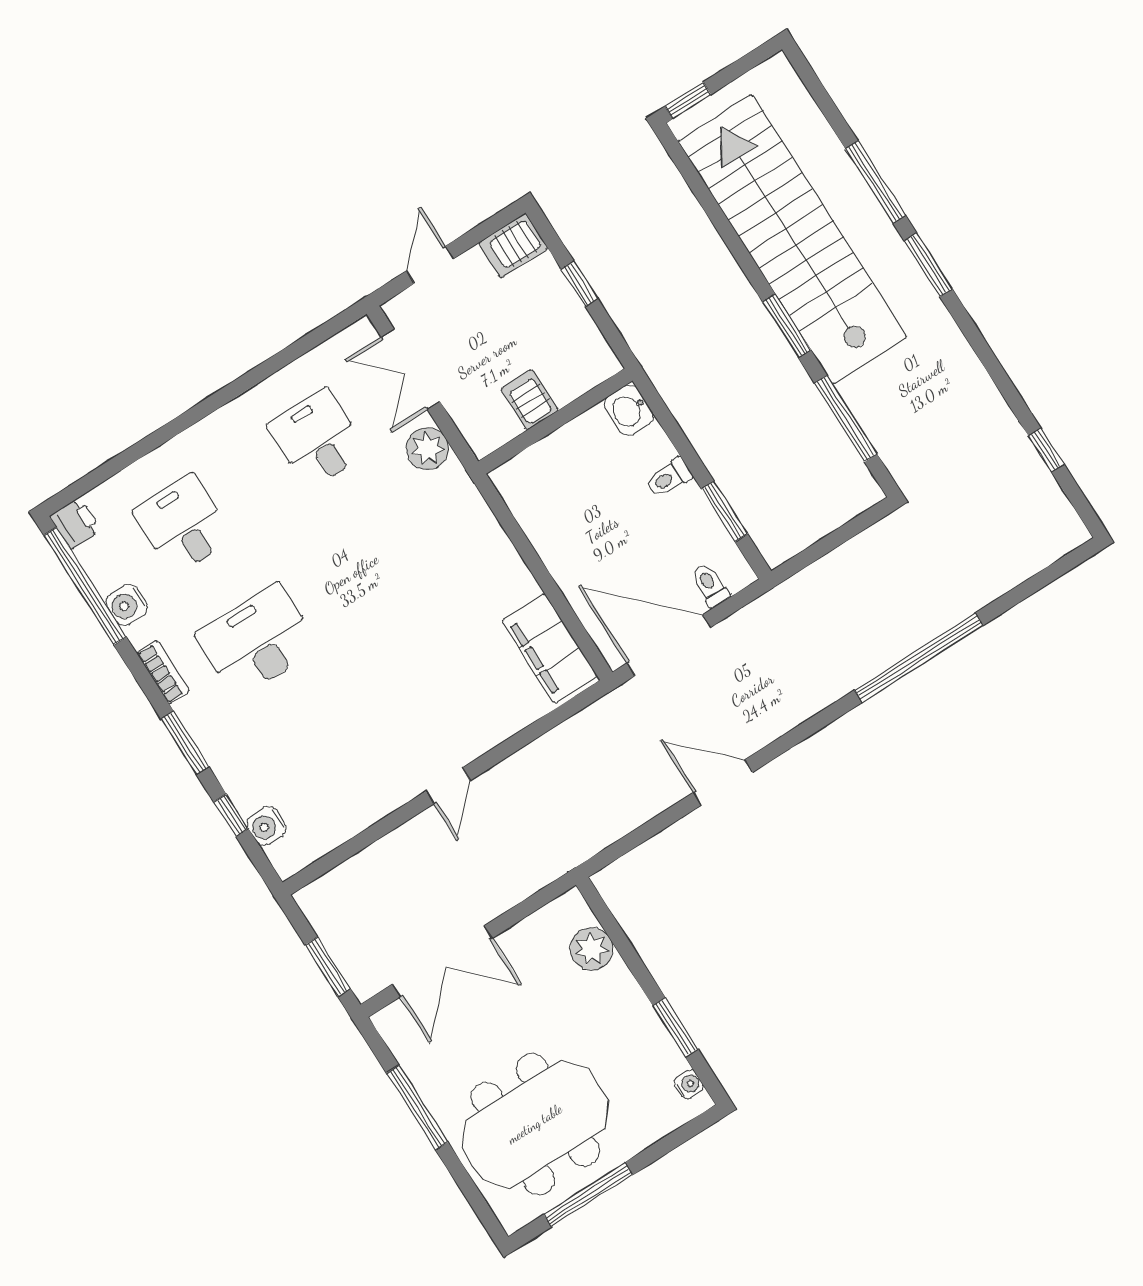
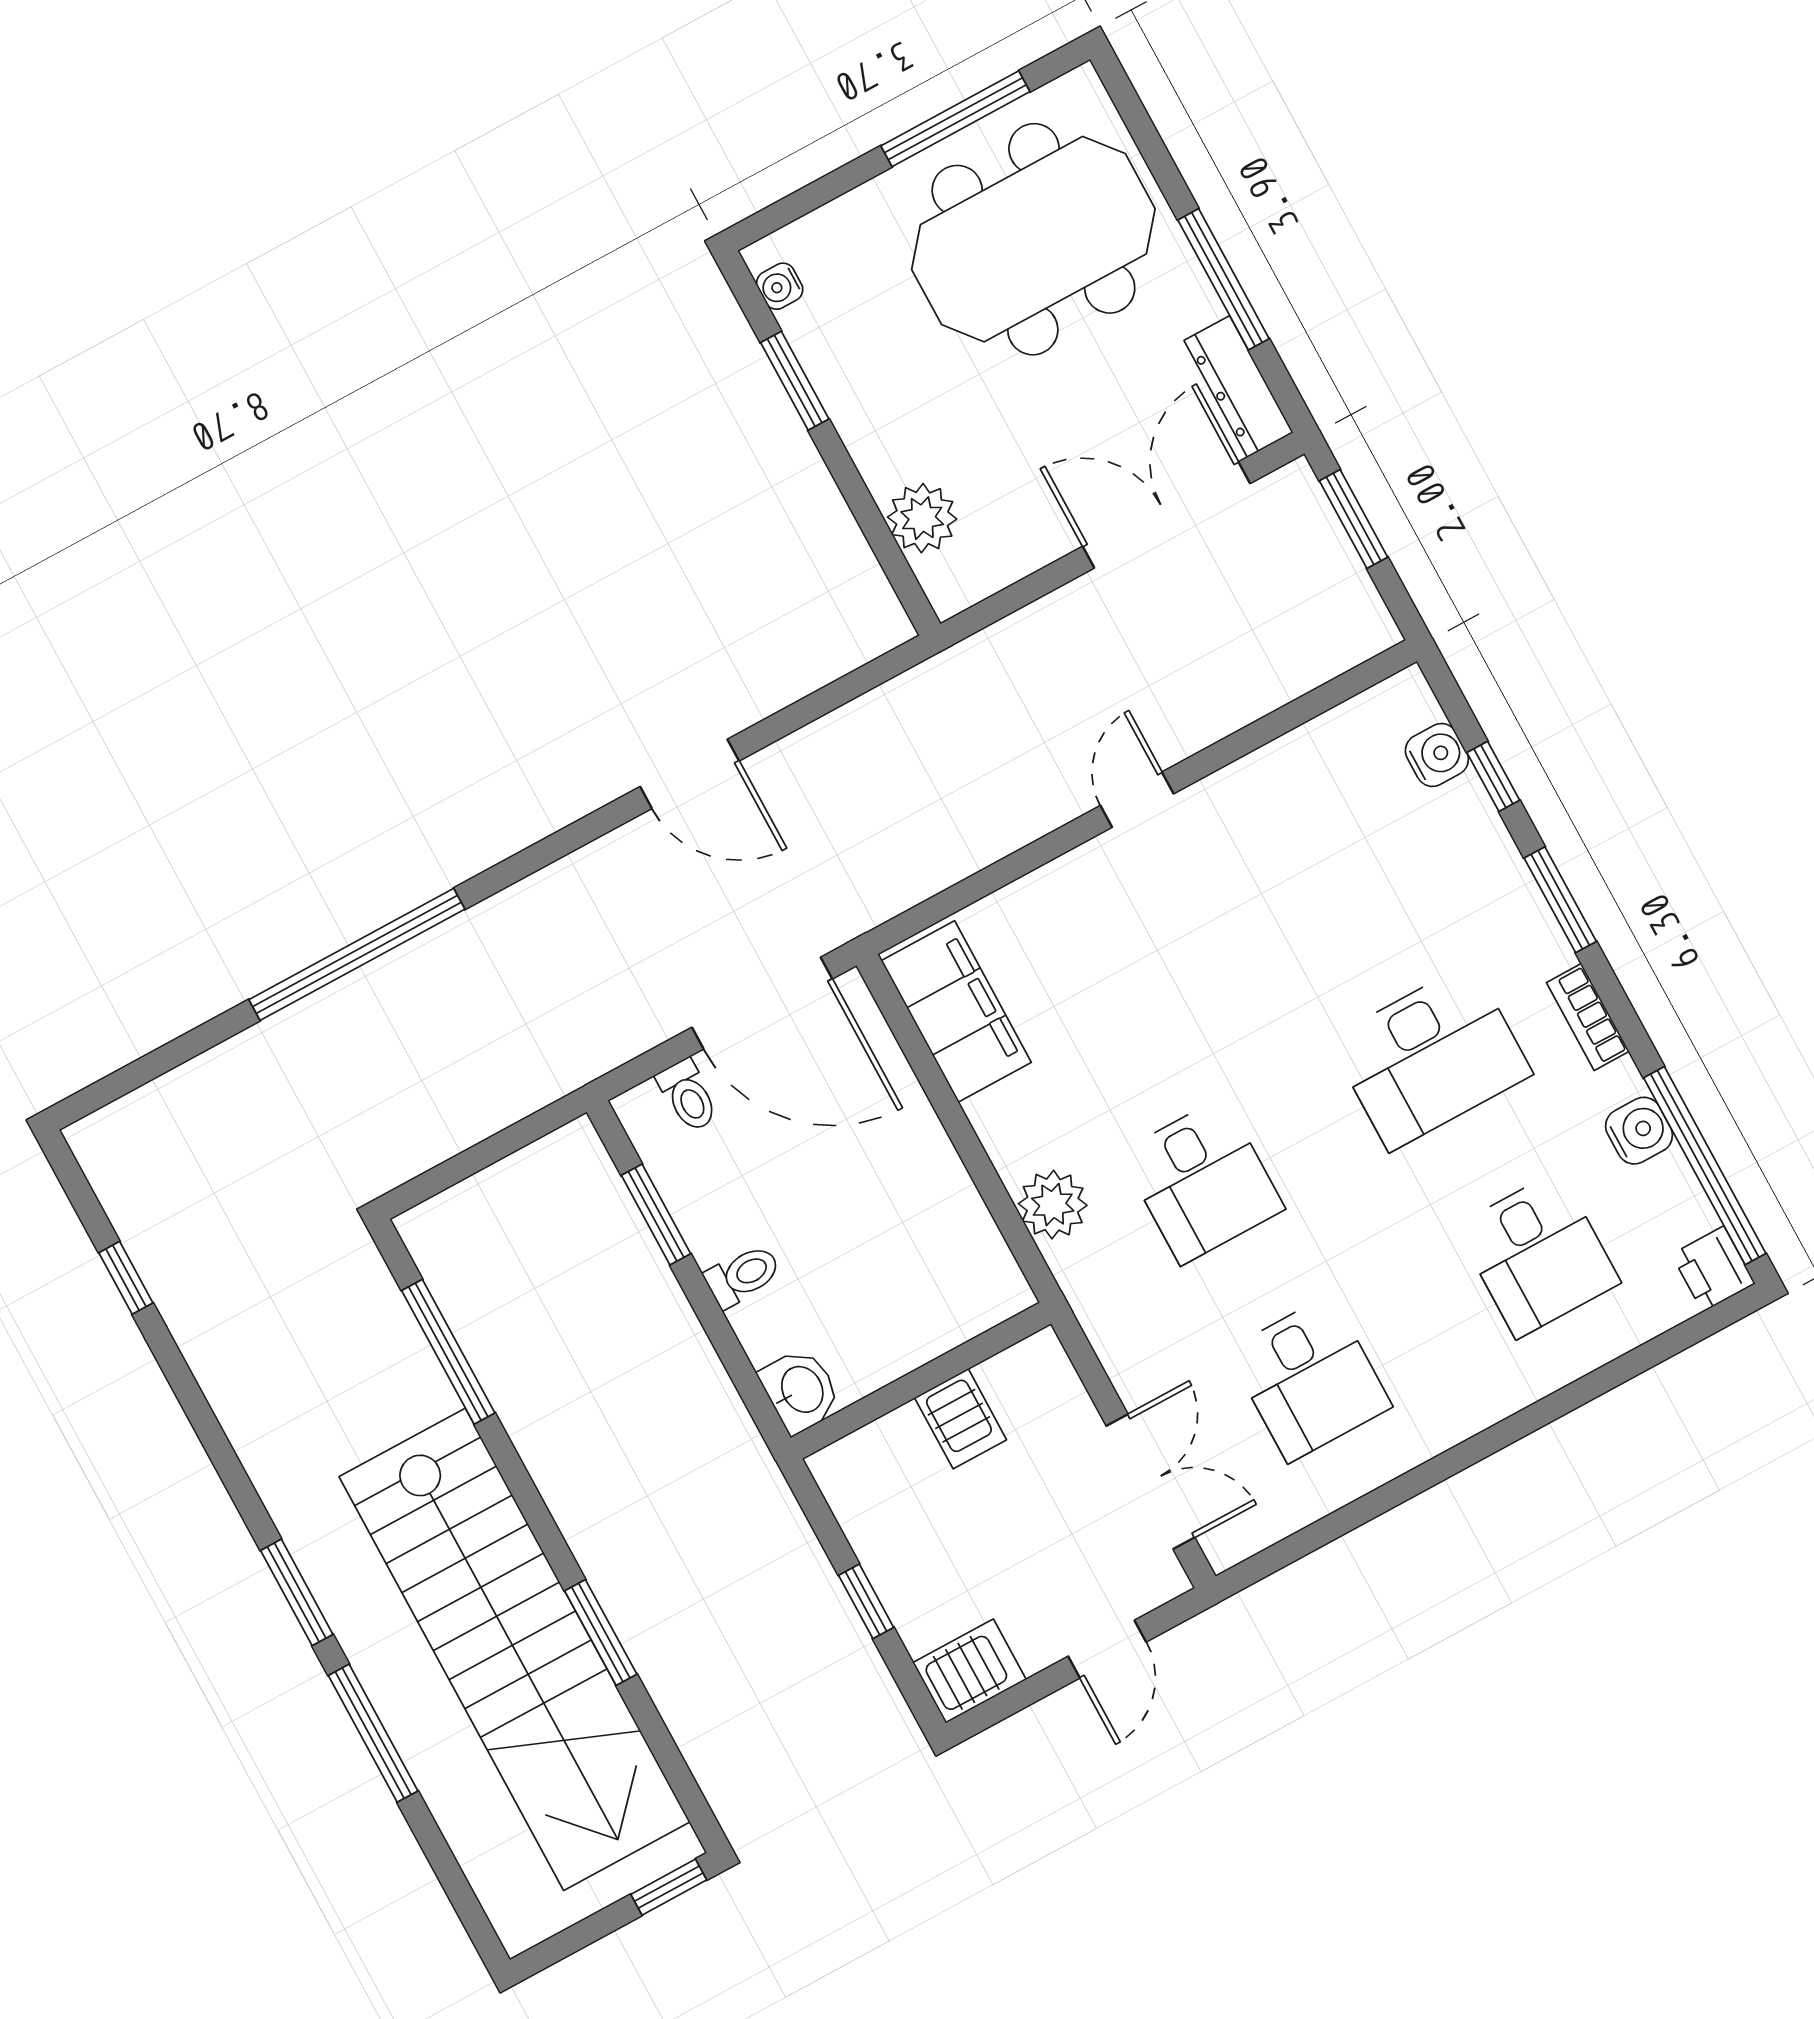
window: (787, 326) -> (601, 1632), moved
plant: (428, 448) -> (1053, 1205), moved
desk: (392, 555) -> (1202, 1181), added
dresser: (404, 1043) -> (1239, 386), added

